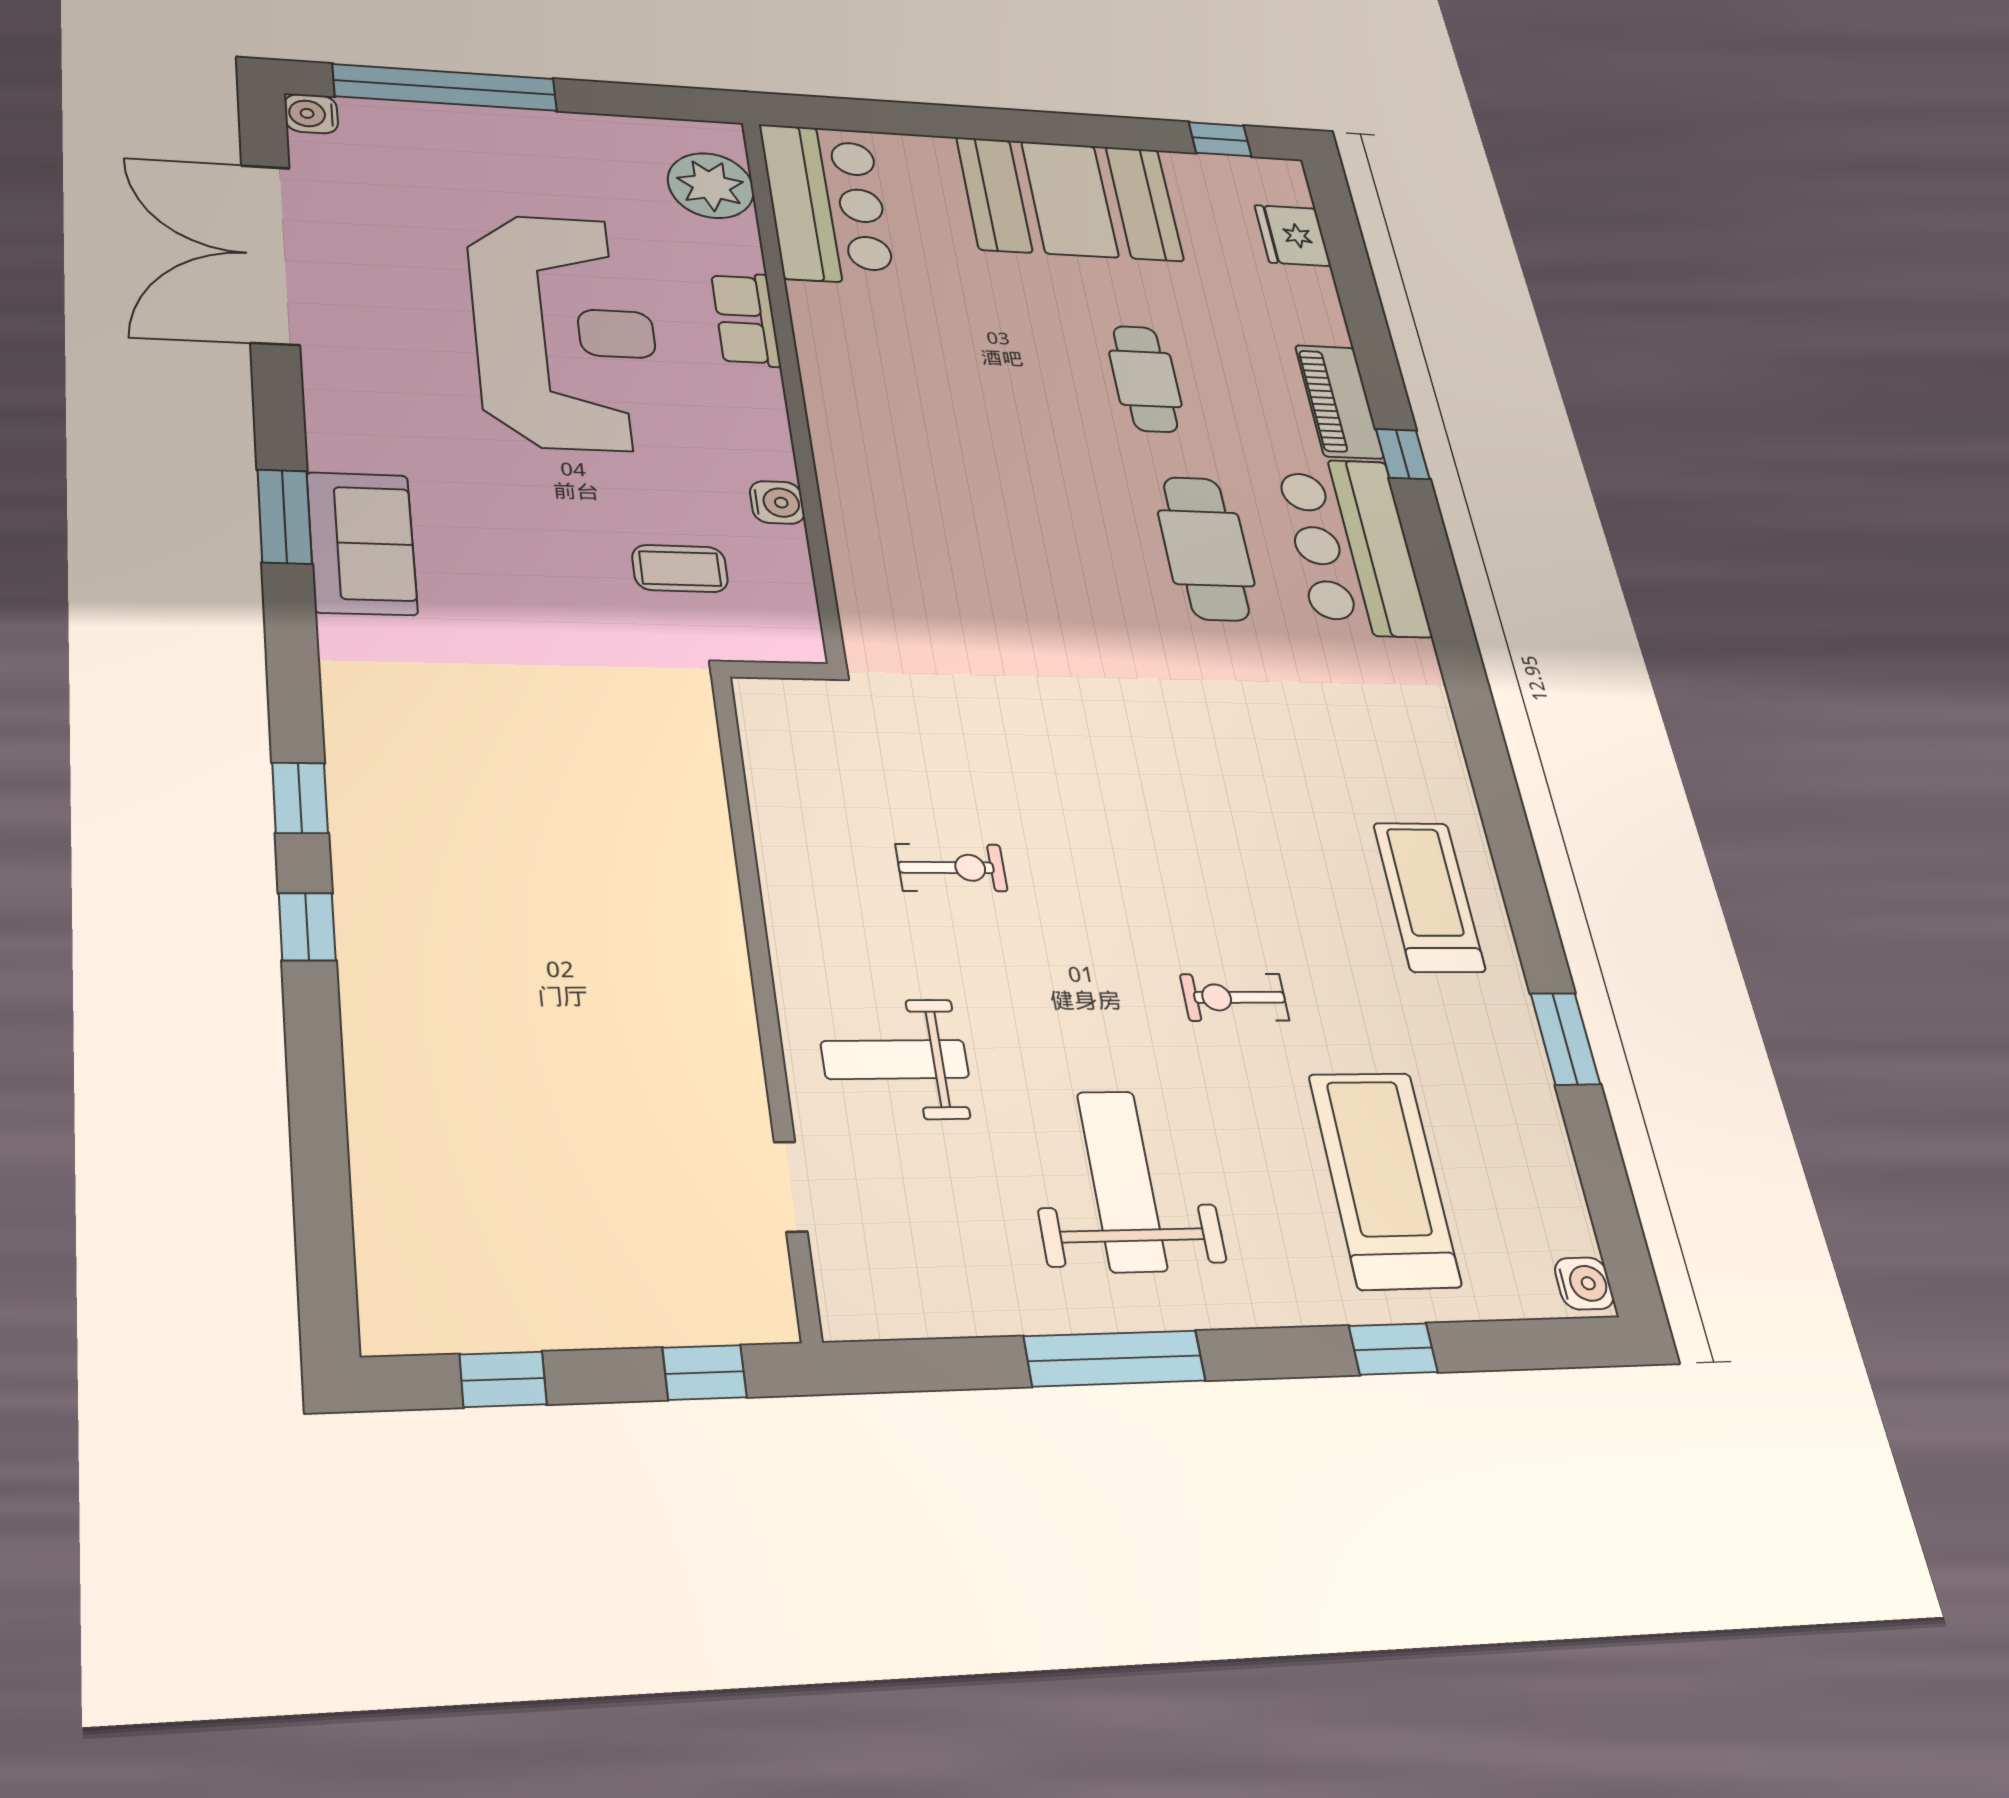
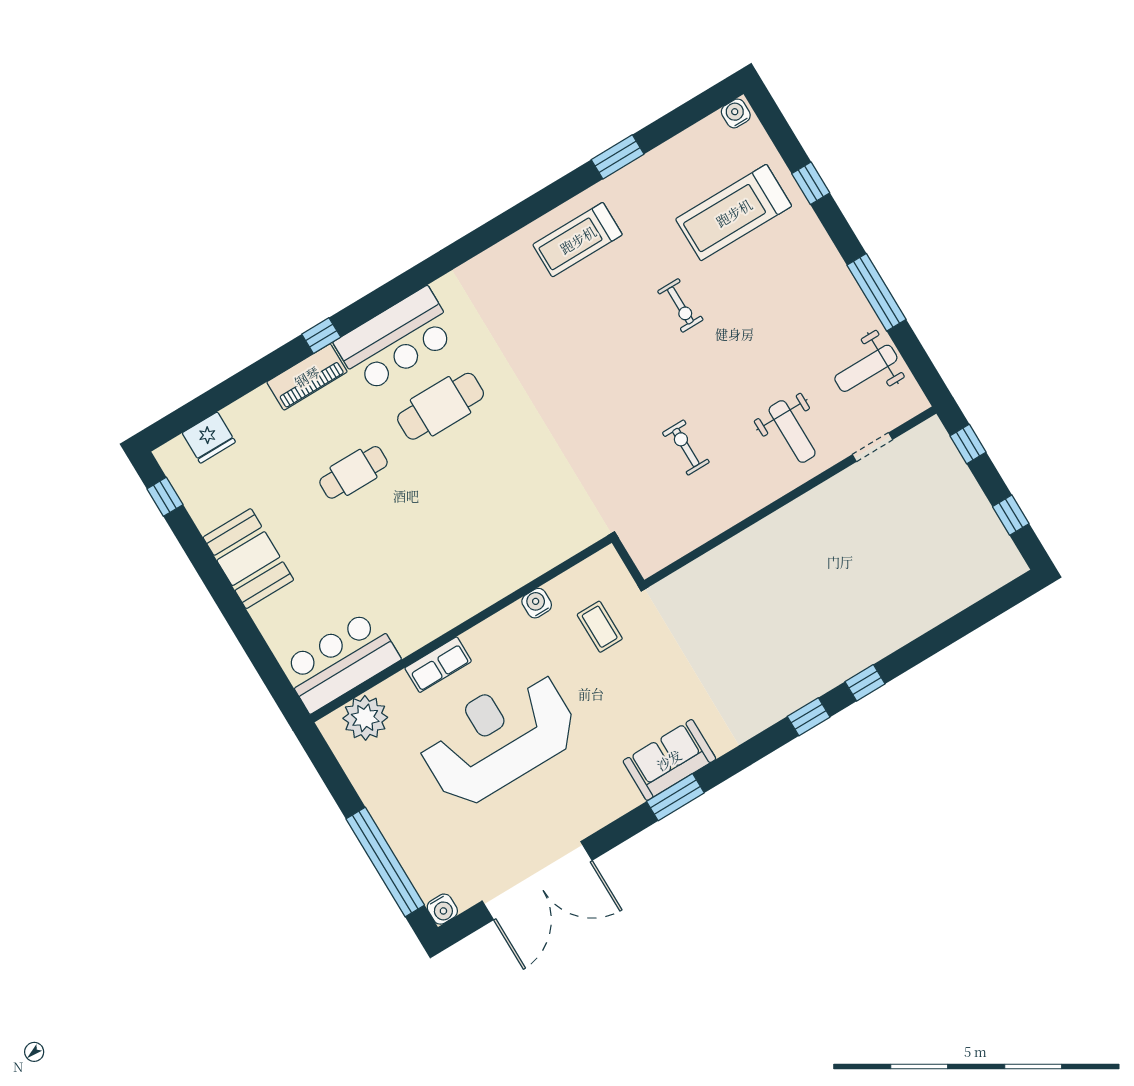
booth: (1070, 199) -> (248, 559), width x0.73, depth x0.70
weight bench: (1122, 1181) -> (866, 368), moved, width x0.73, depth x0.75

